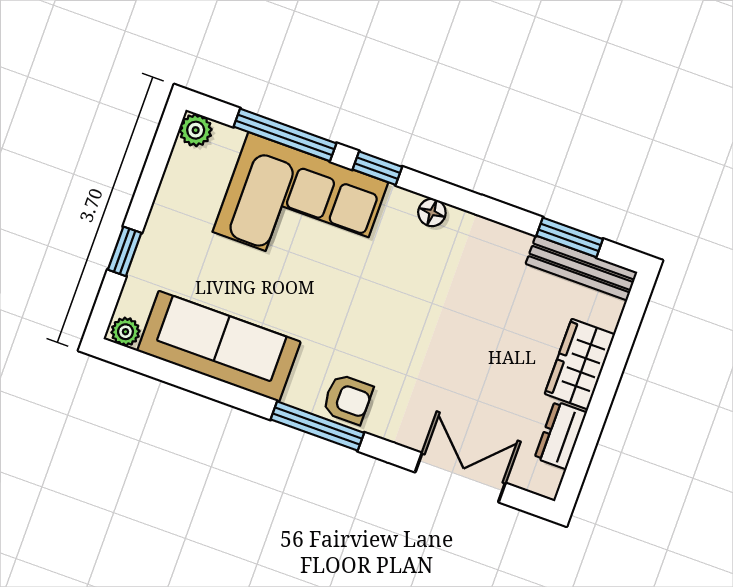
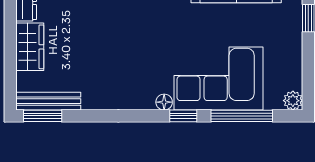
floor lamp: (432, 212) -> (164, 102), moved
window: (570, 237) -> (43, 116), moved

